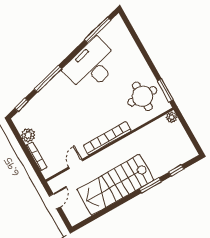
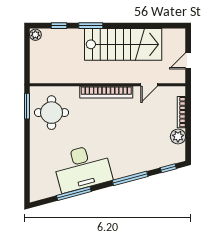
window: (98, 30) -> (74, 194), moved
plant: (172, 117) -> (35, 35), moved

